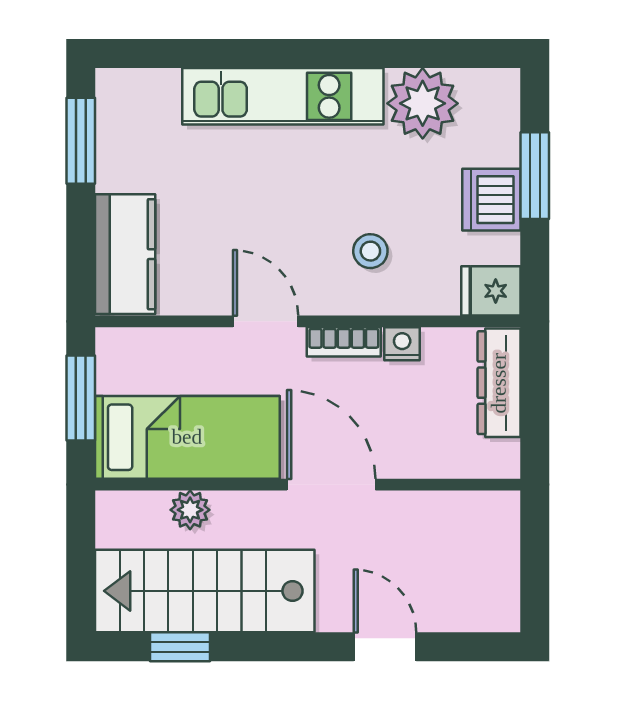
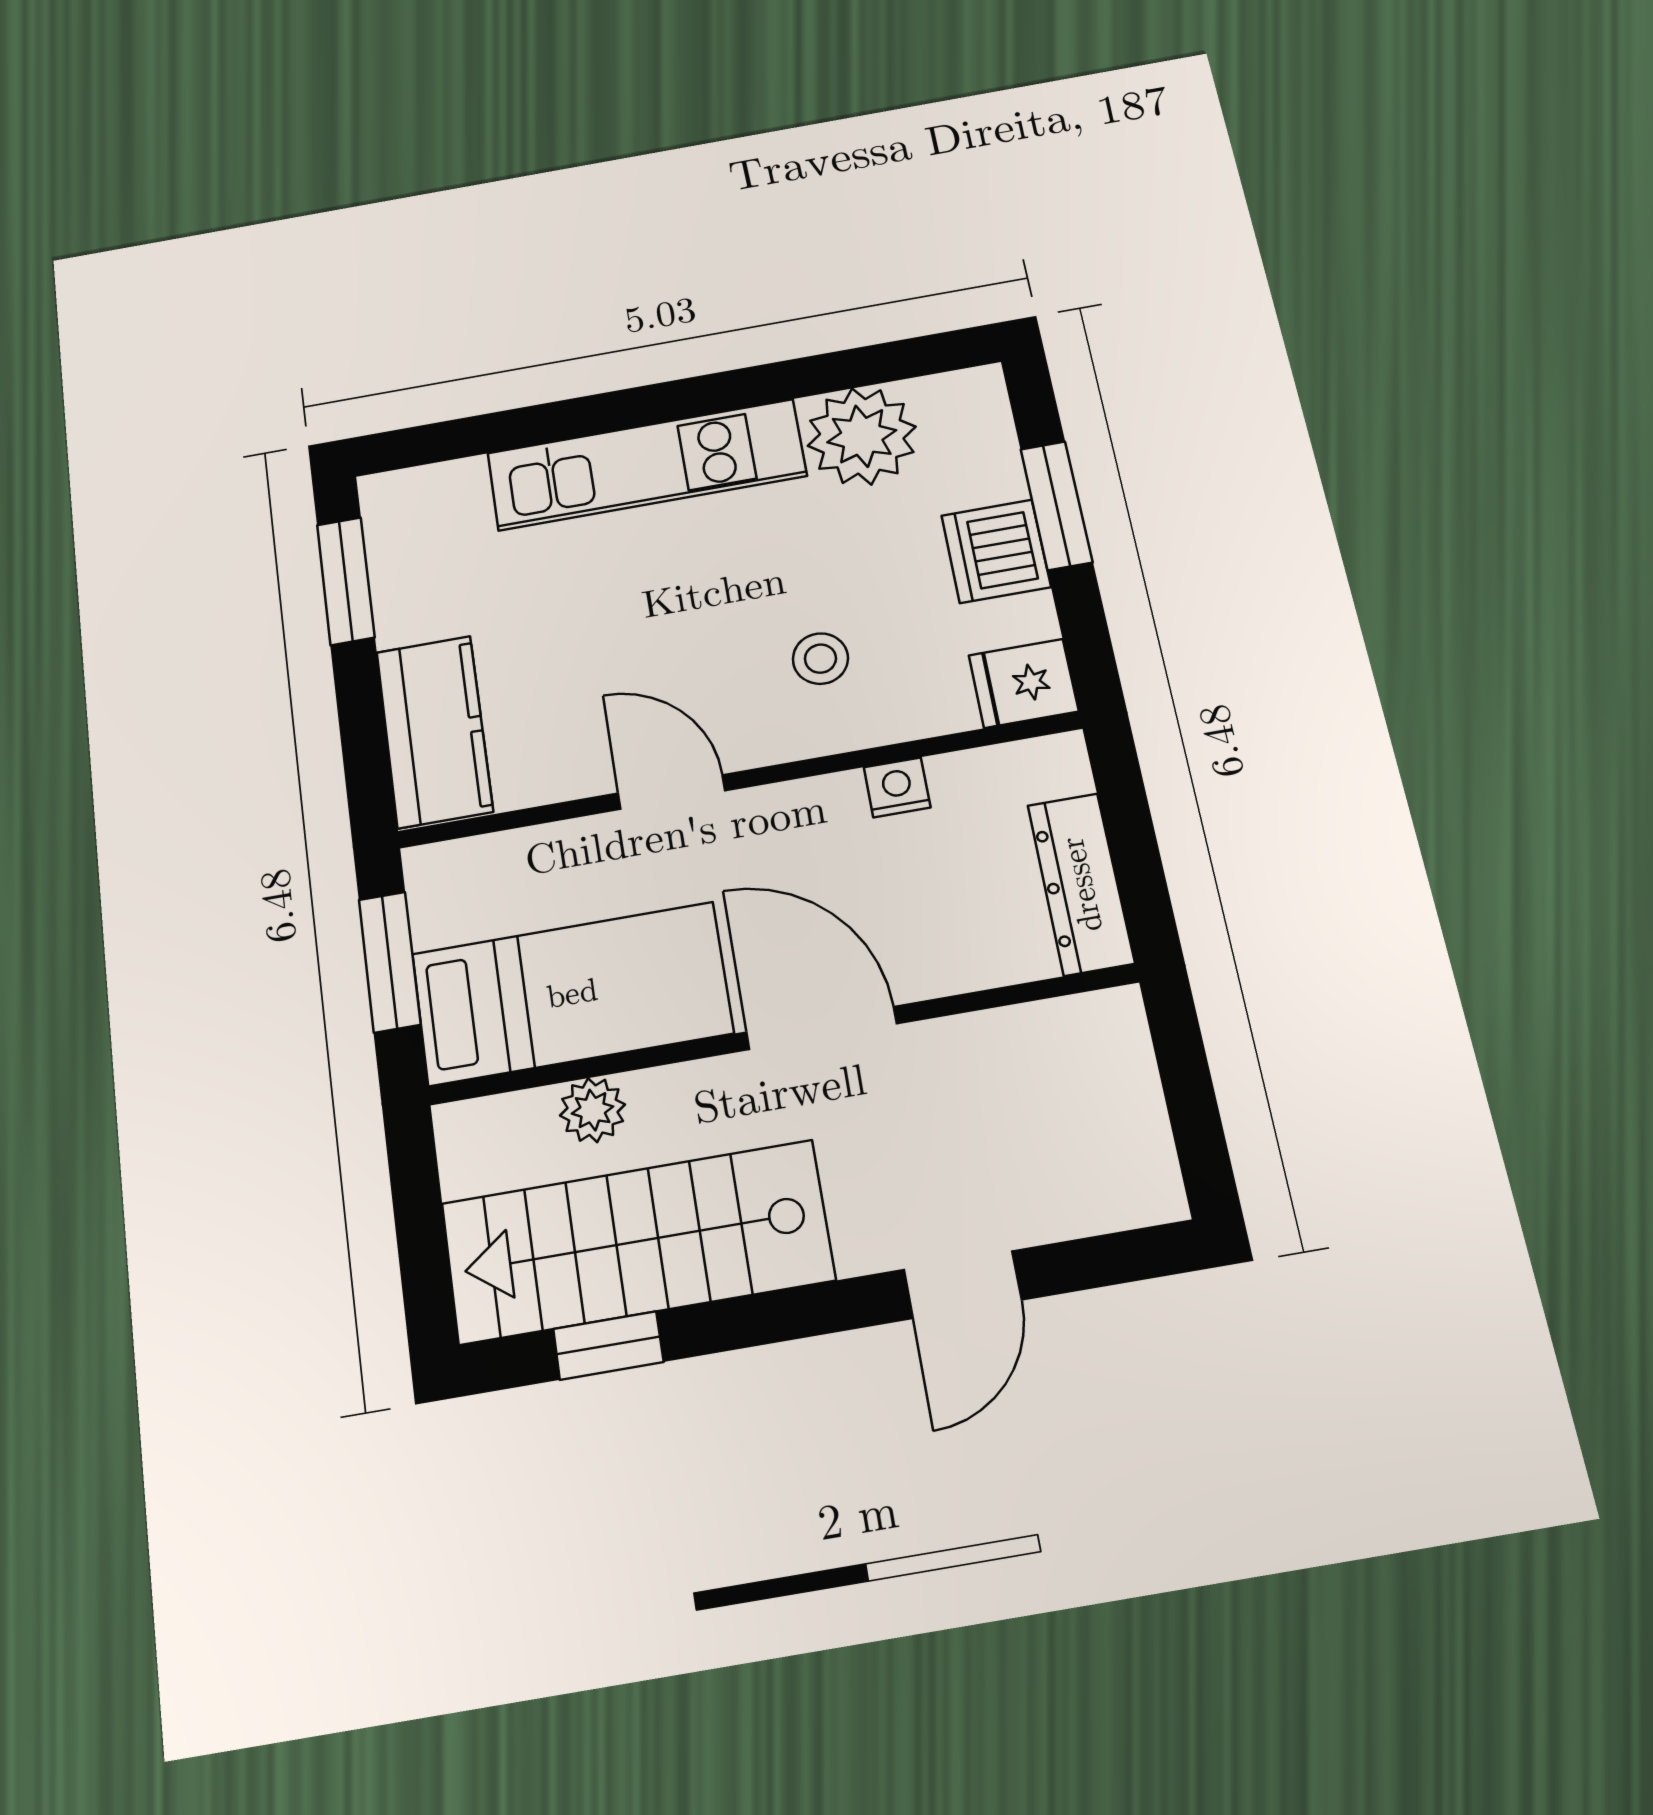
bookcase: (344, 342) -> (802, 801), removed
dresser: (499, 383) -> (1081, 884), moved
door: (385, 647) -> (963, 1285), swing flipped

